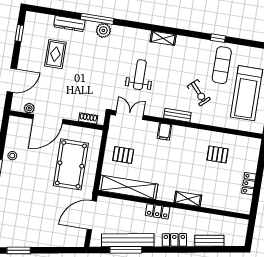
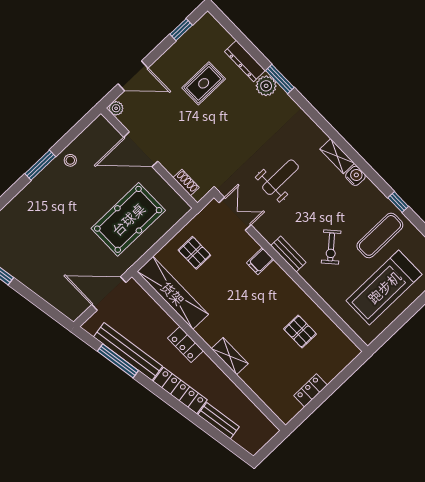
window: (97, 19) -> (280, 79), width x0.69
plant: (103, 30) -> (266, 86), moved
water cooler: (182, 42) -> (355, 176), added
plant: (29, 108) -> (116, 108), moved
locker: (174, 240) -> (180, 391), width x1.53

